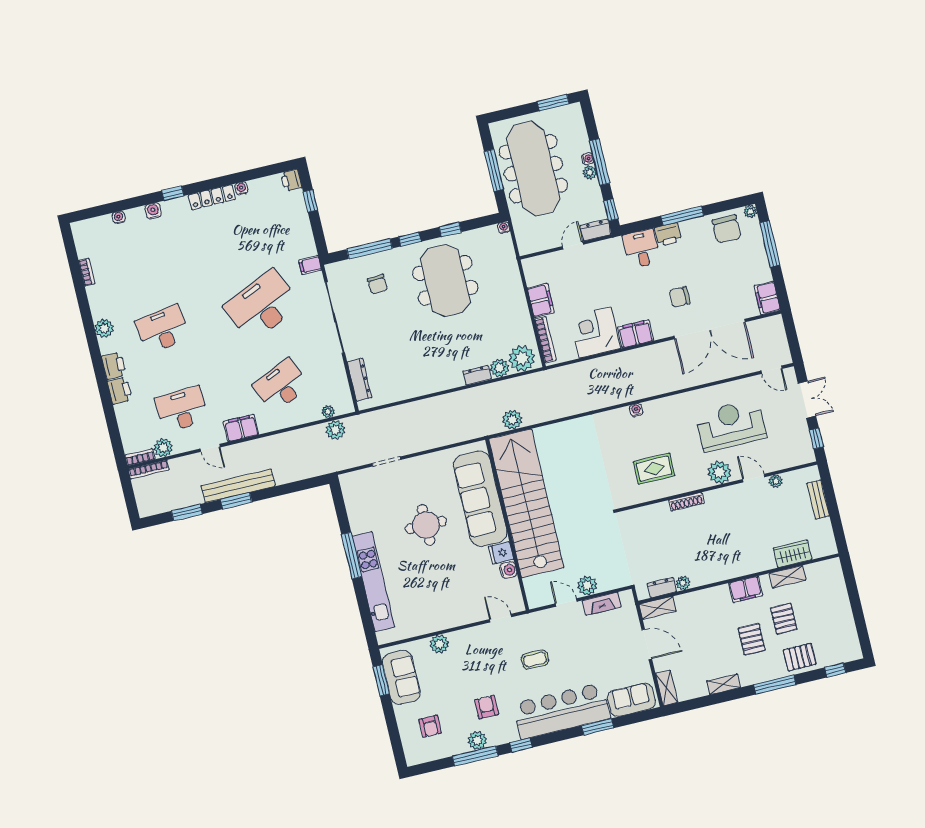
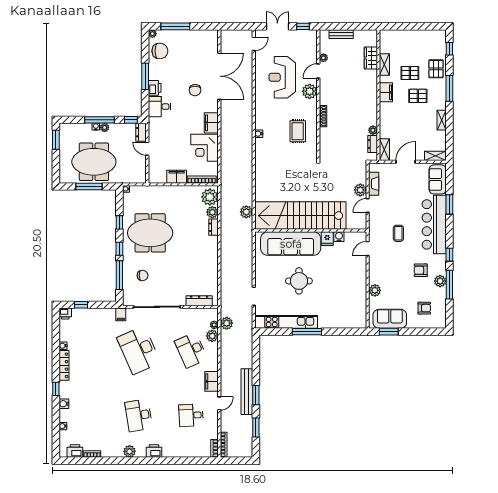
meeting table: (533, 169) -> (94, 162), width x0.73
filing cabinet: (767, 298) -> (209, 36), removed
printer: (120, 390) -> (75, 451), moved
desk: (182, 409) -> (191, 415), width x0.73
plant: (163, 448) -> (212, 336), moved
kitchen unit: (373, 582) -> (286, 322), moved

